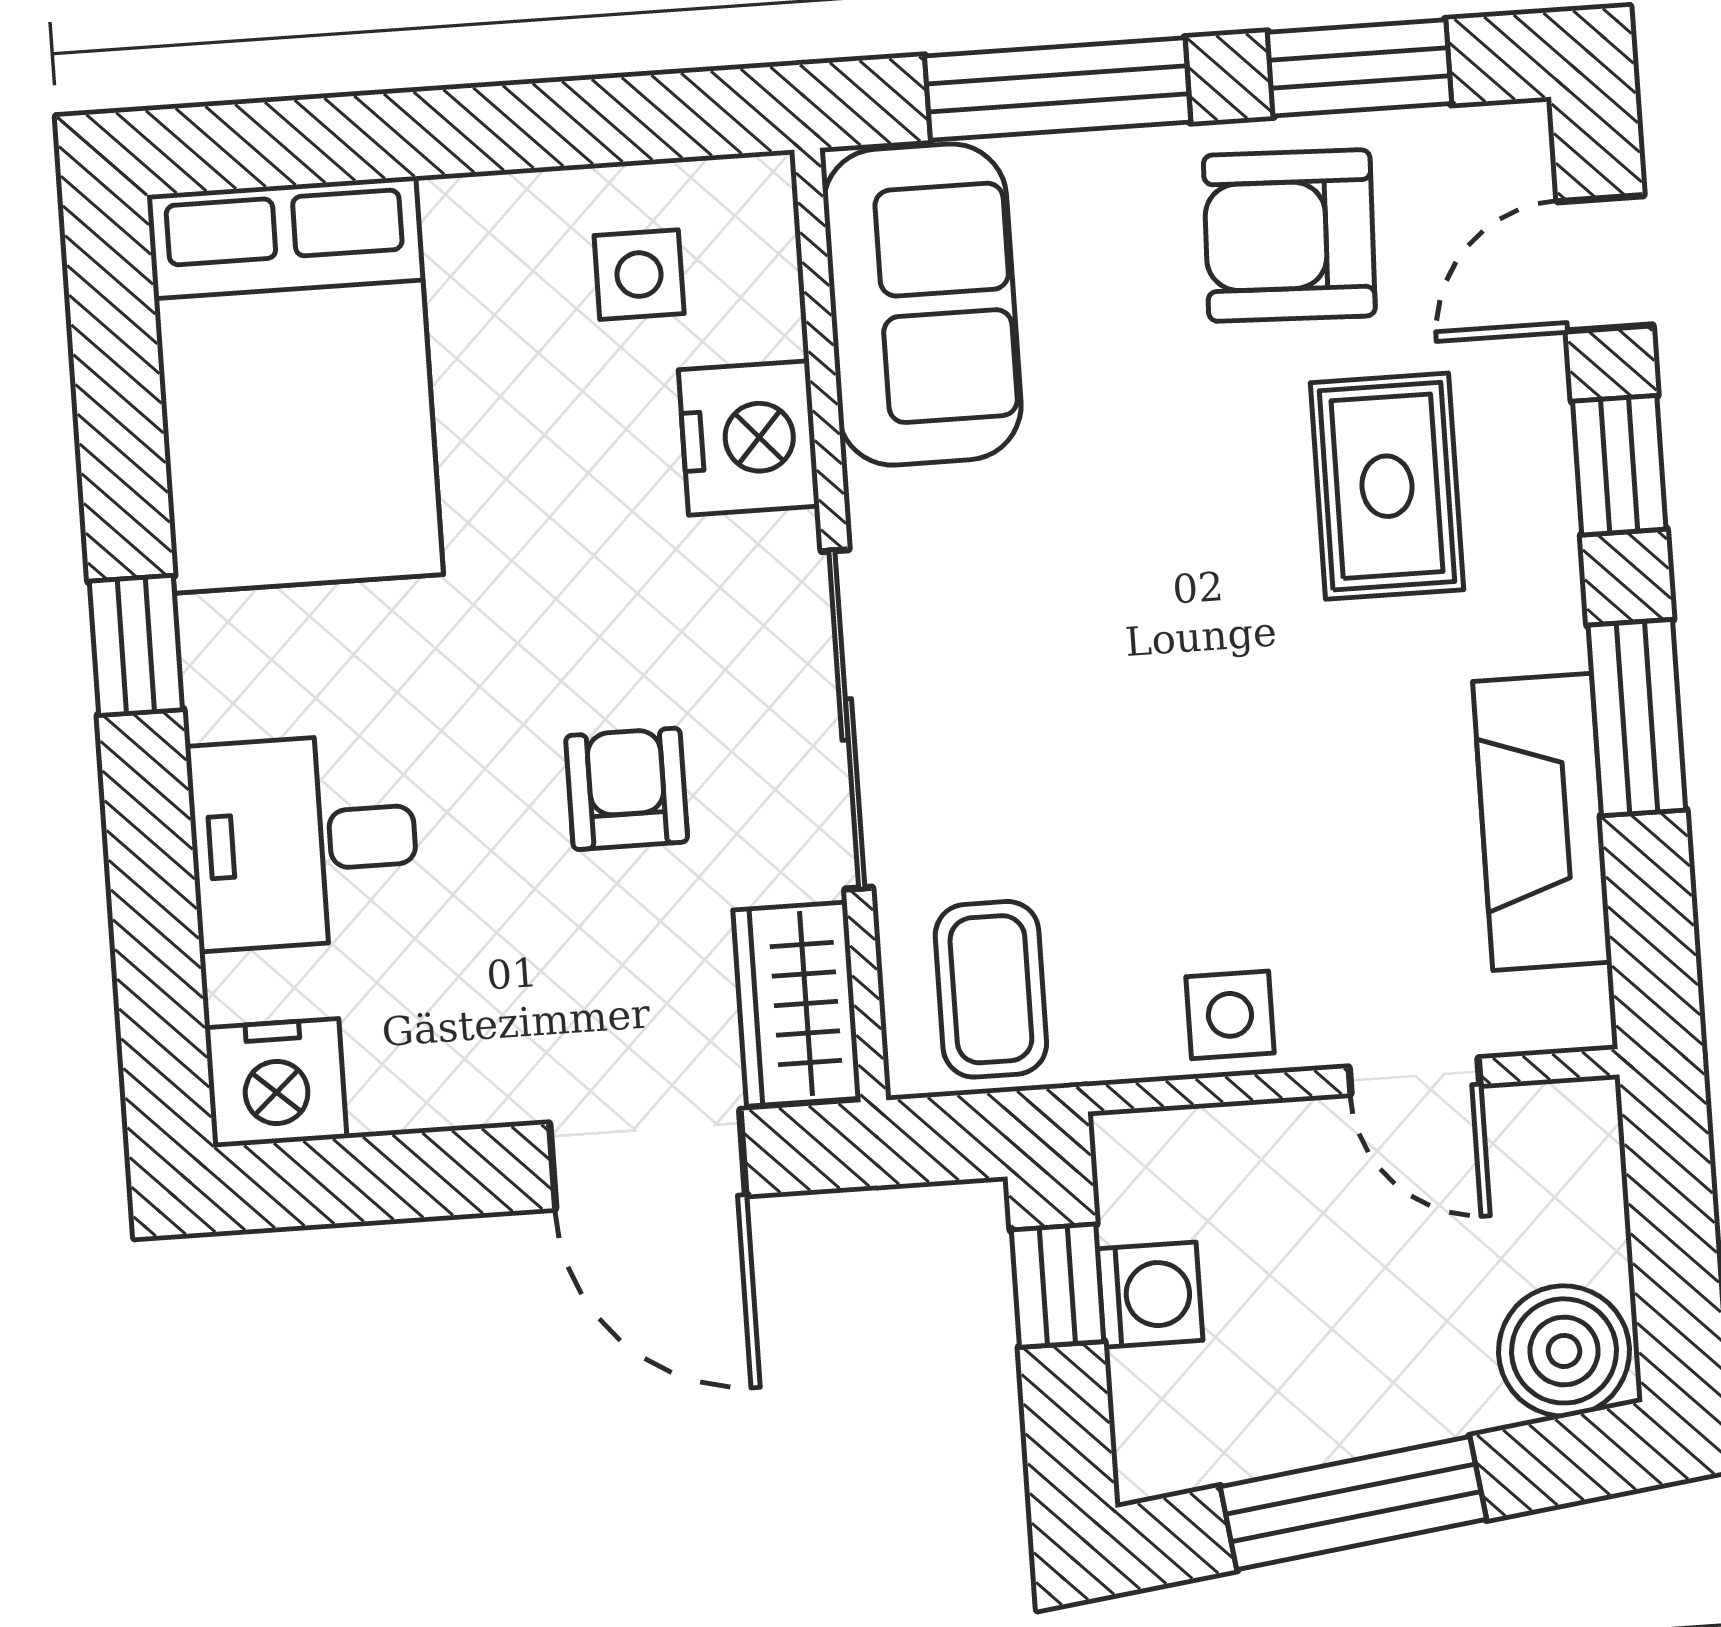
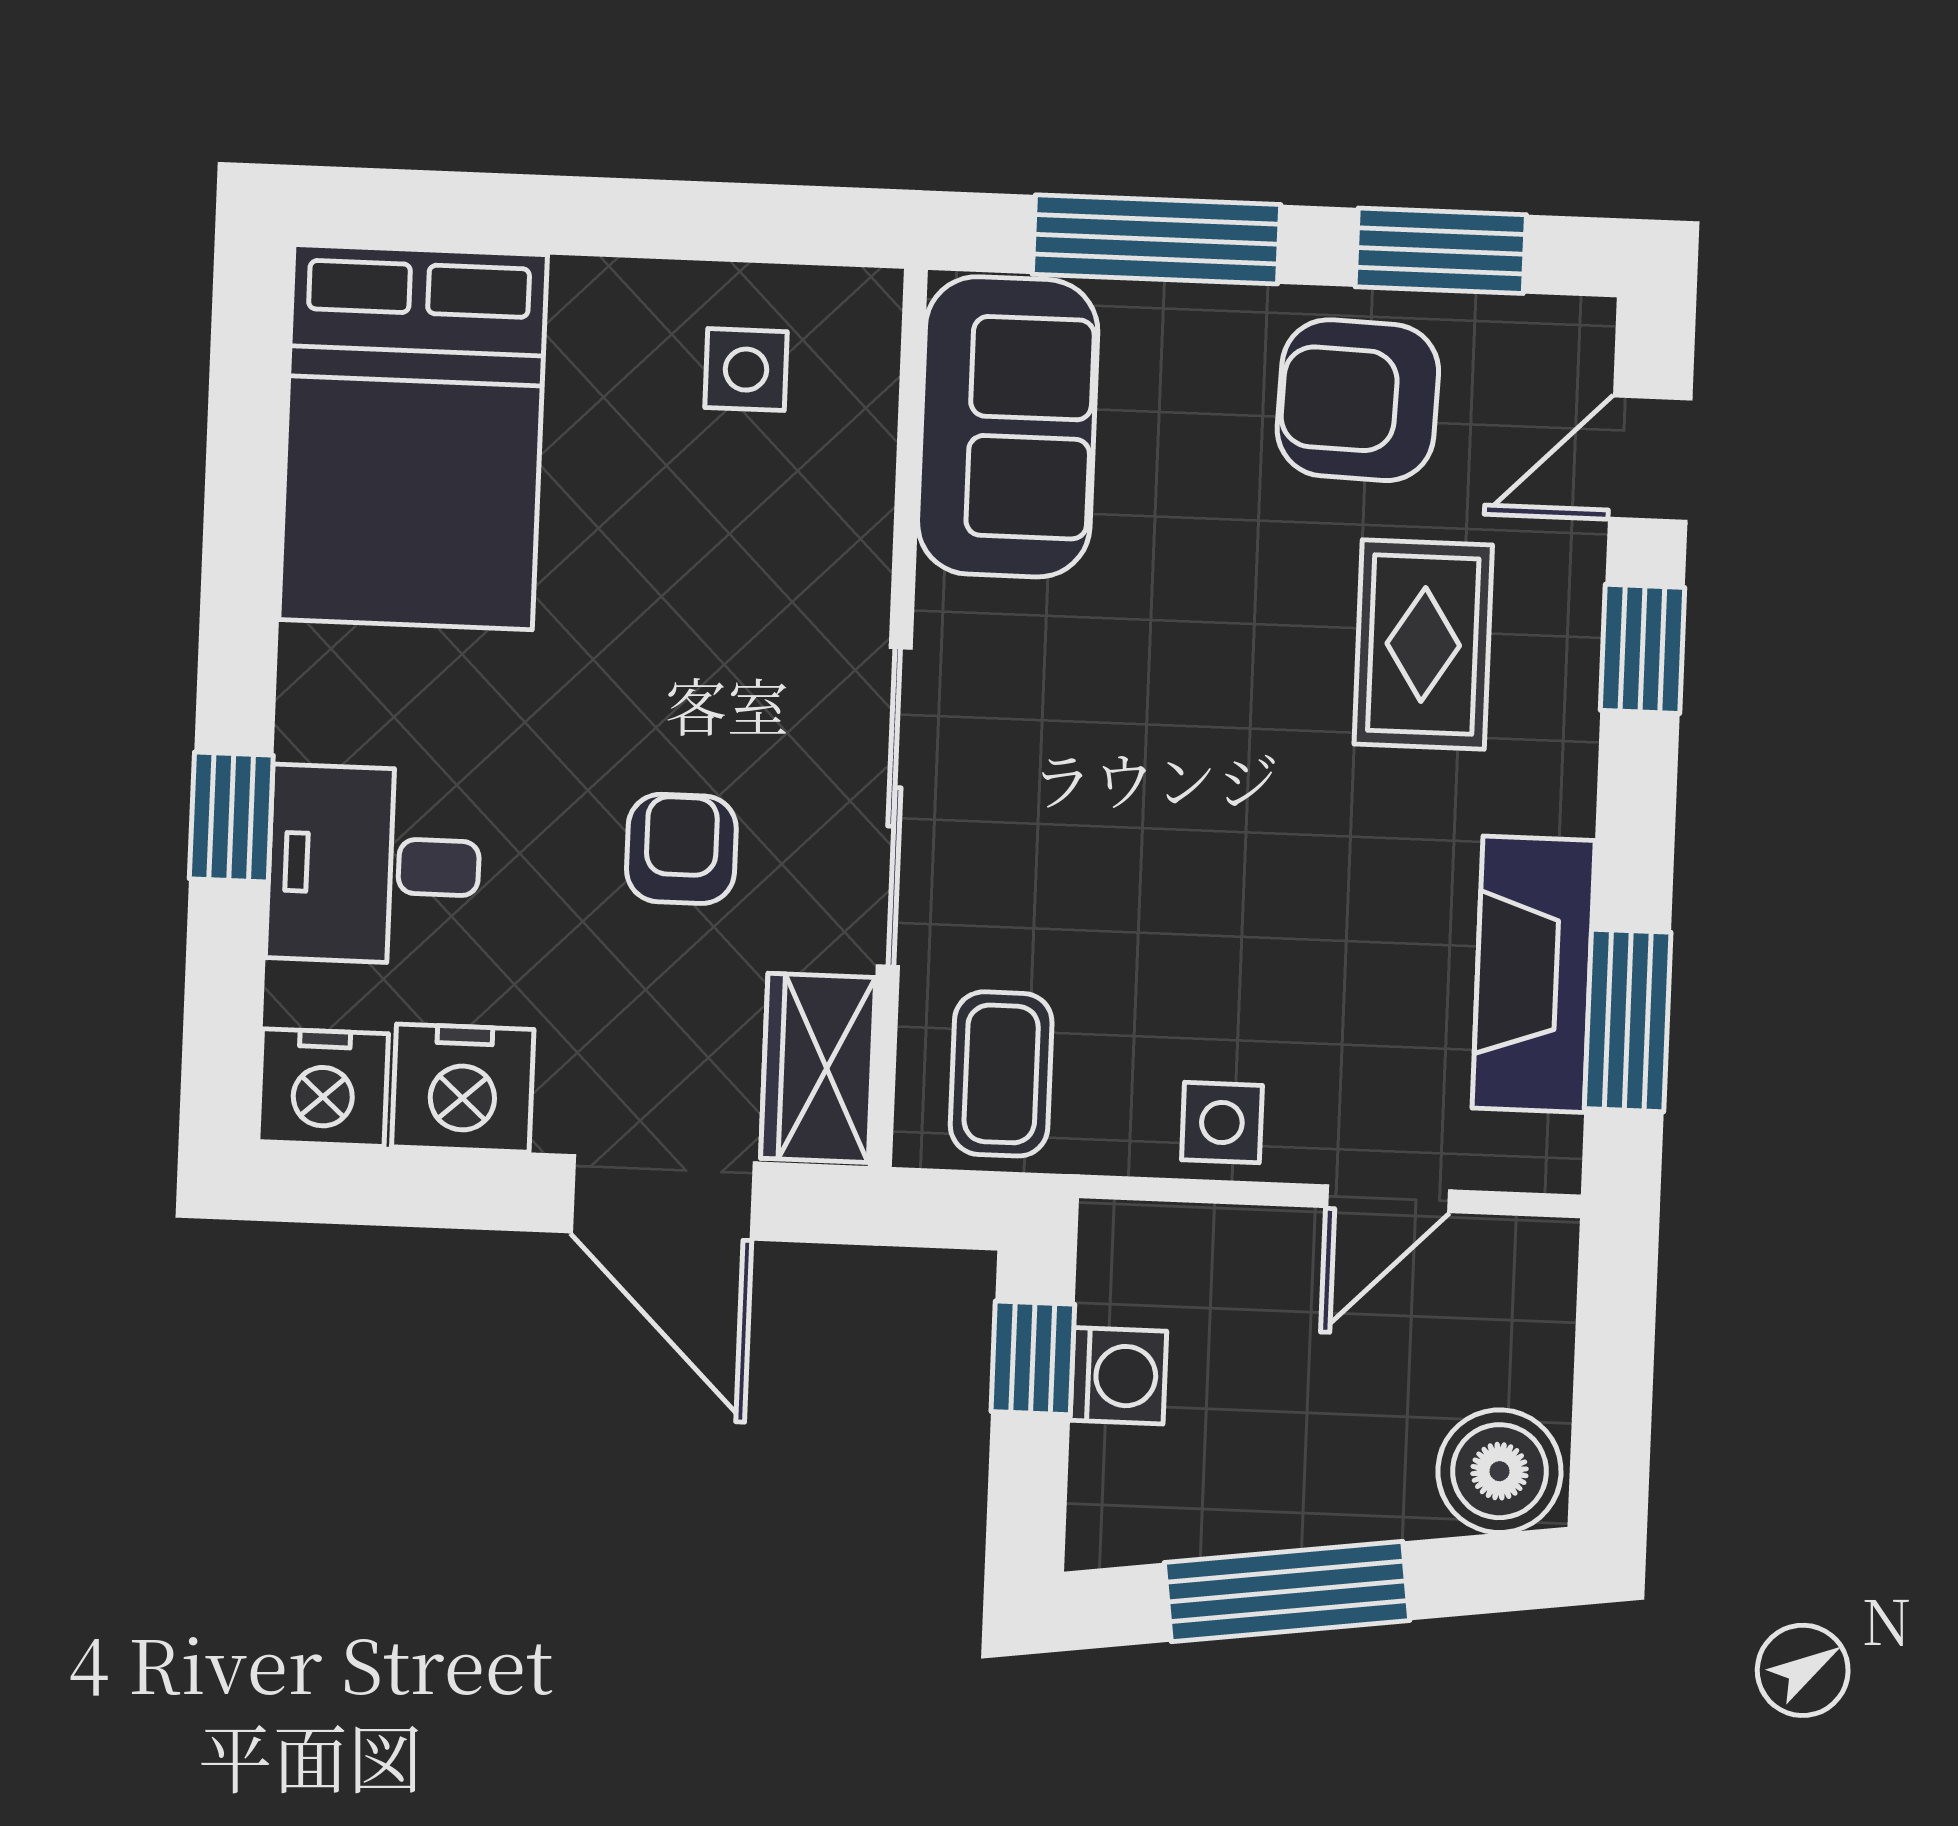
nightstand: (749, 438) -> (463, 1088), moved, turned 90
window: (136, 645) -> (231, 817), moved
window: (1637, 718) -> (1628, 1020), moved
door: (1414, 1076) -> (1388, 1199), hinge flipped

